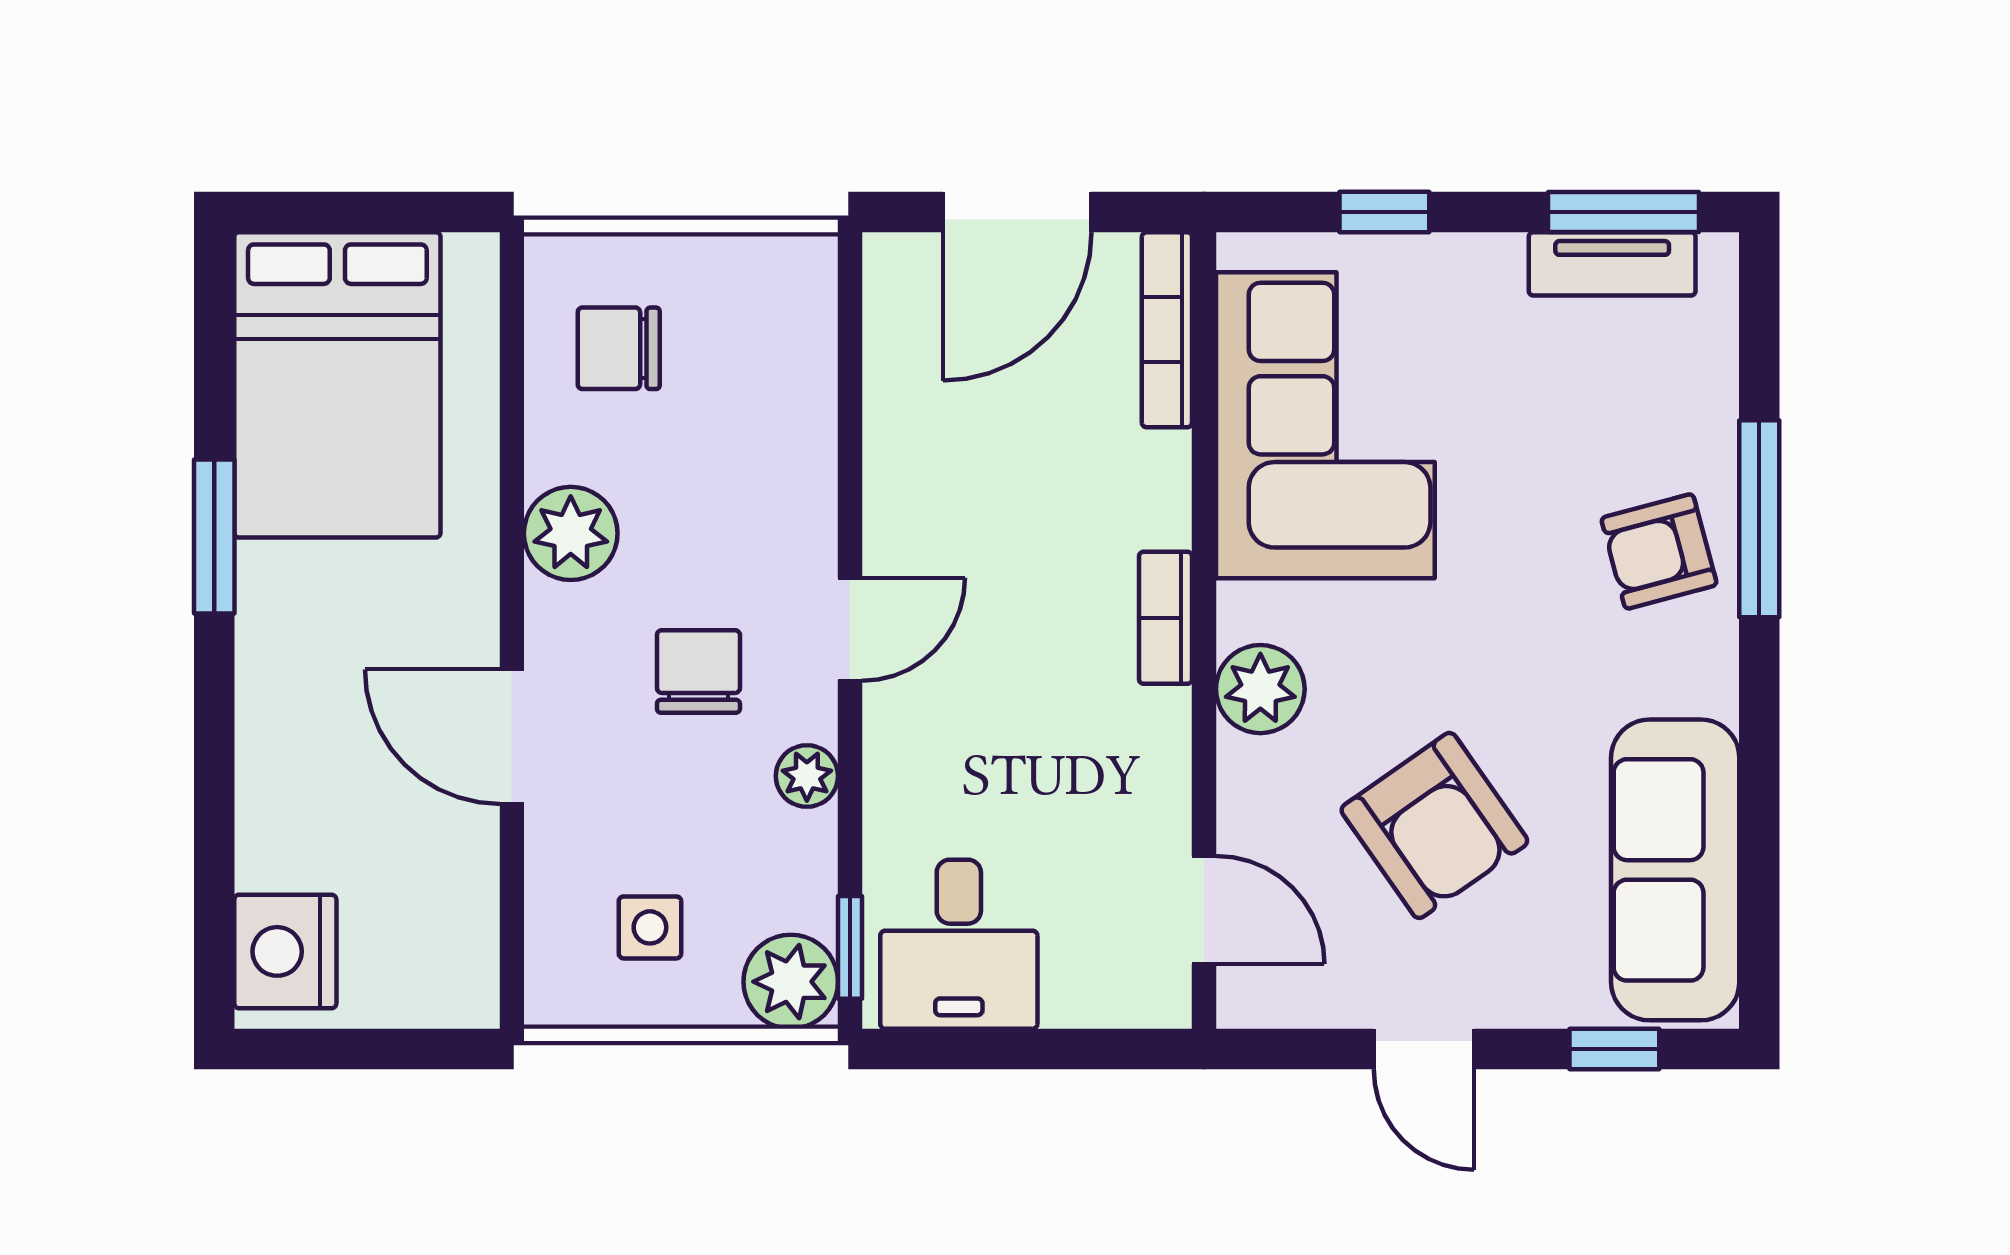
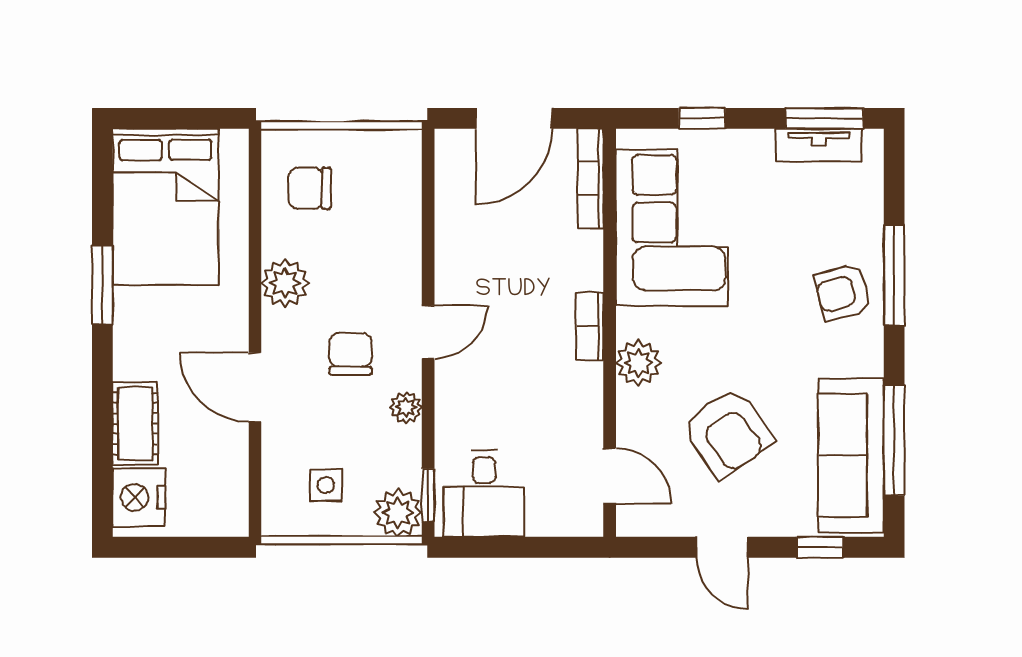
cot: (278, 807) -> (135, 423), added
window: (1759, 840) -> (894, 440), added

